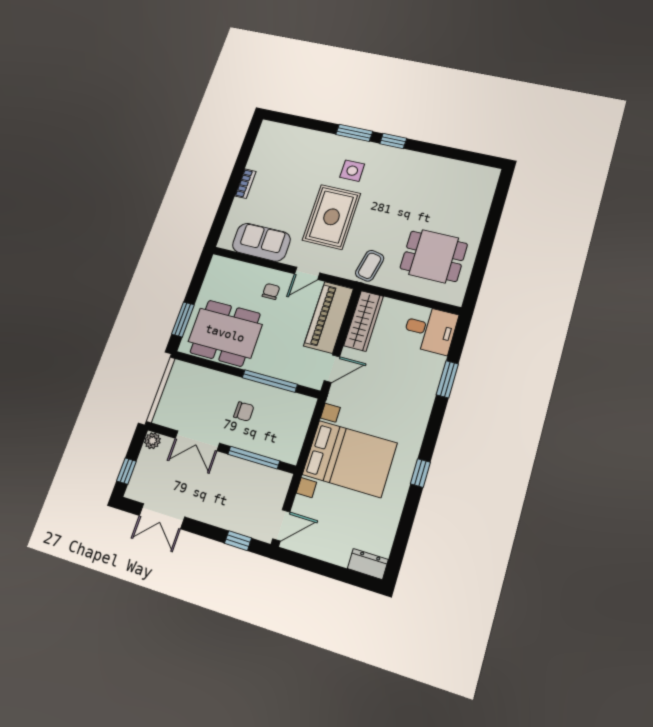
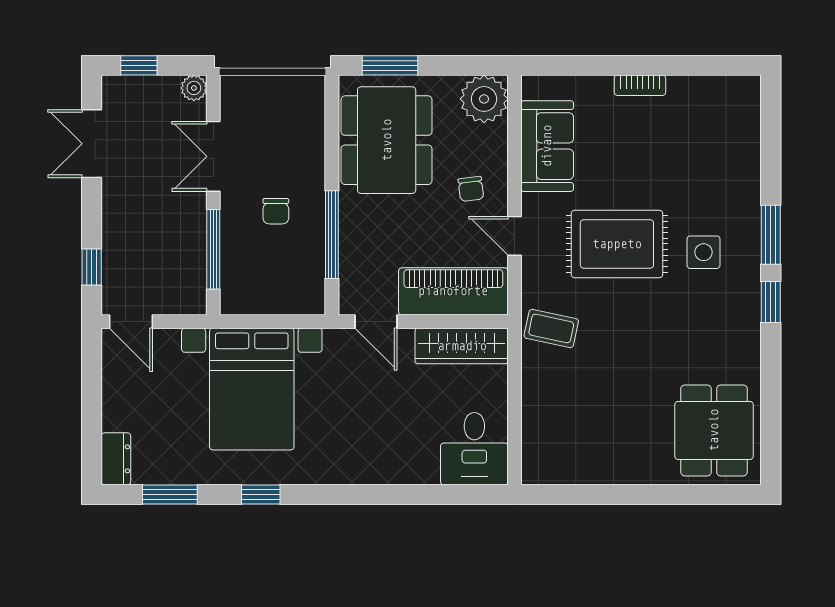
dining table: (434, 256) -> (714, 430), moved
plant: (222, 271) -> (484, 99), added
chair: (271, 291) -> (471, 189), turned 83
window: (447, 379) -> (170, 495), moved

